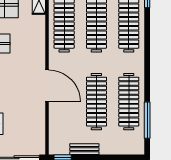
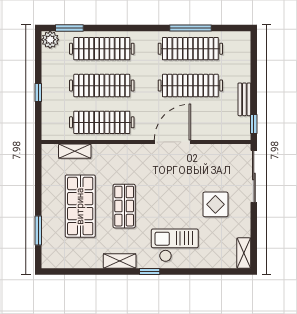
window: (147, 120) -> (191, 28), moved

